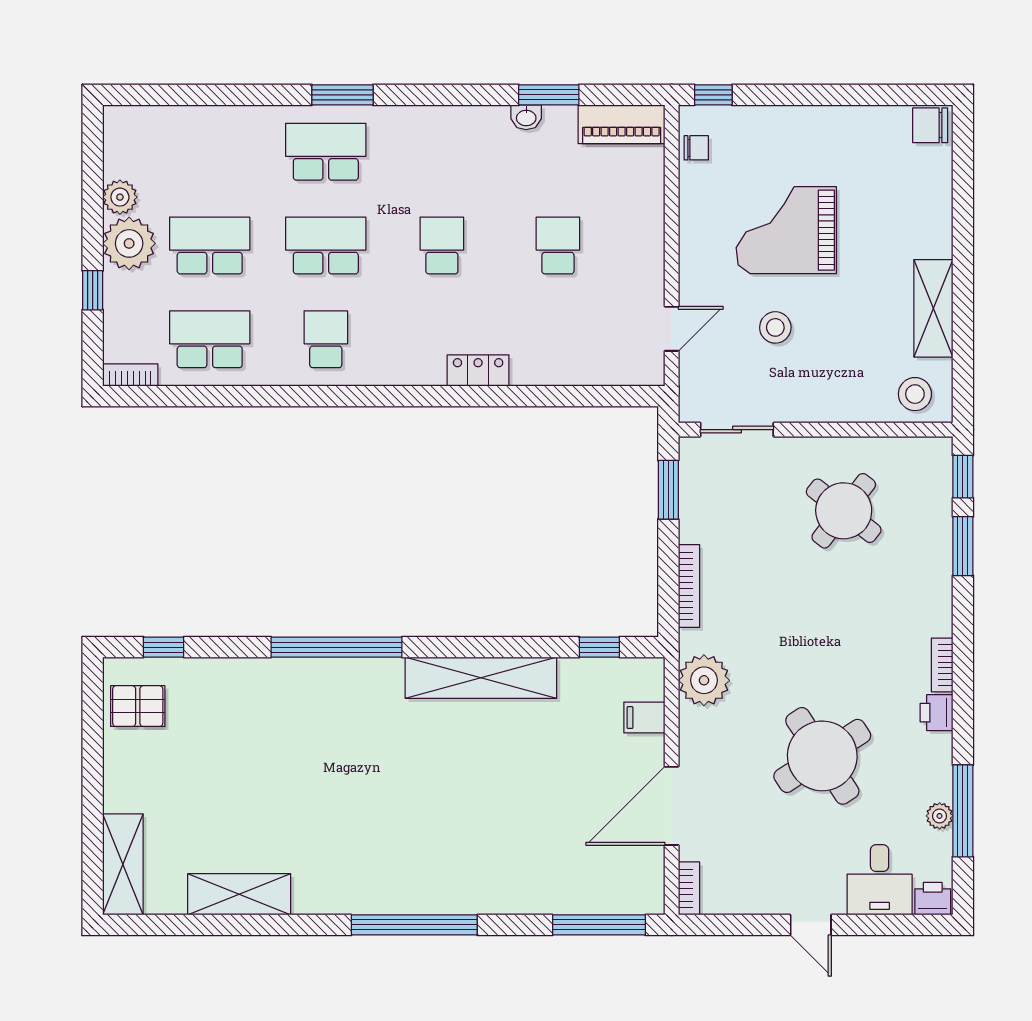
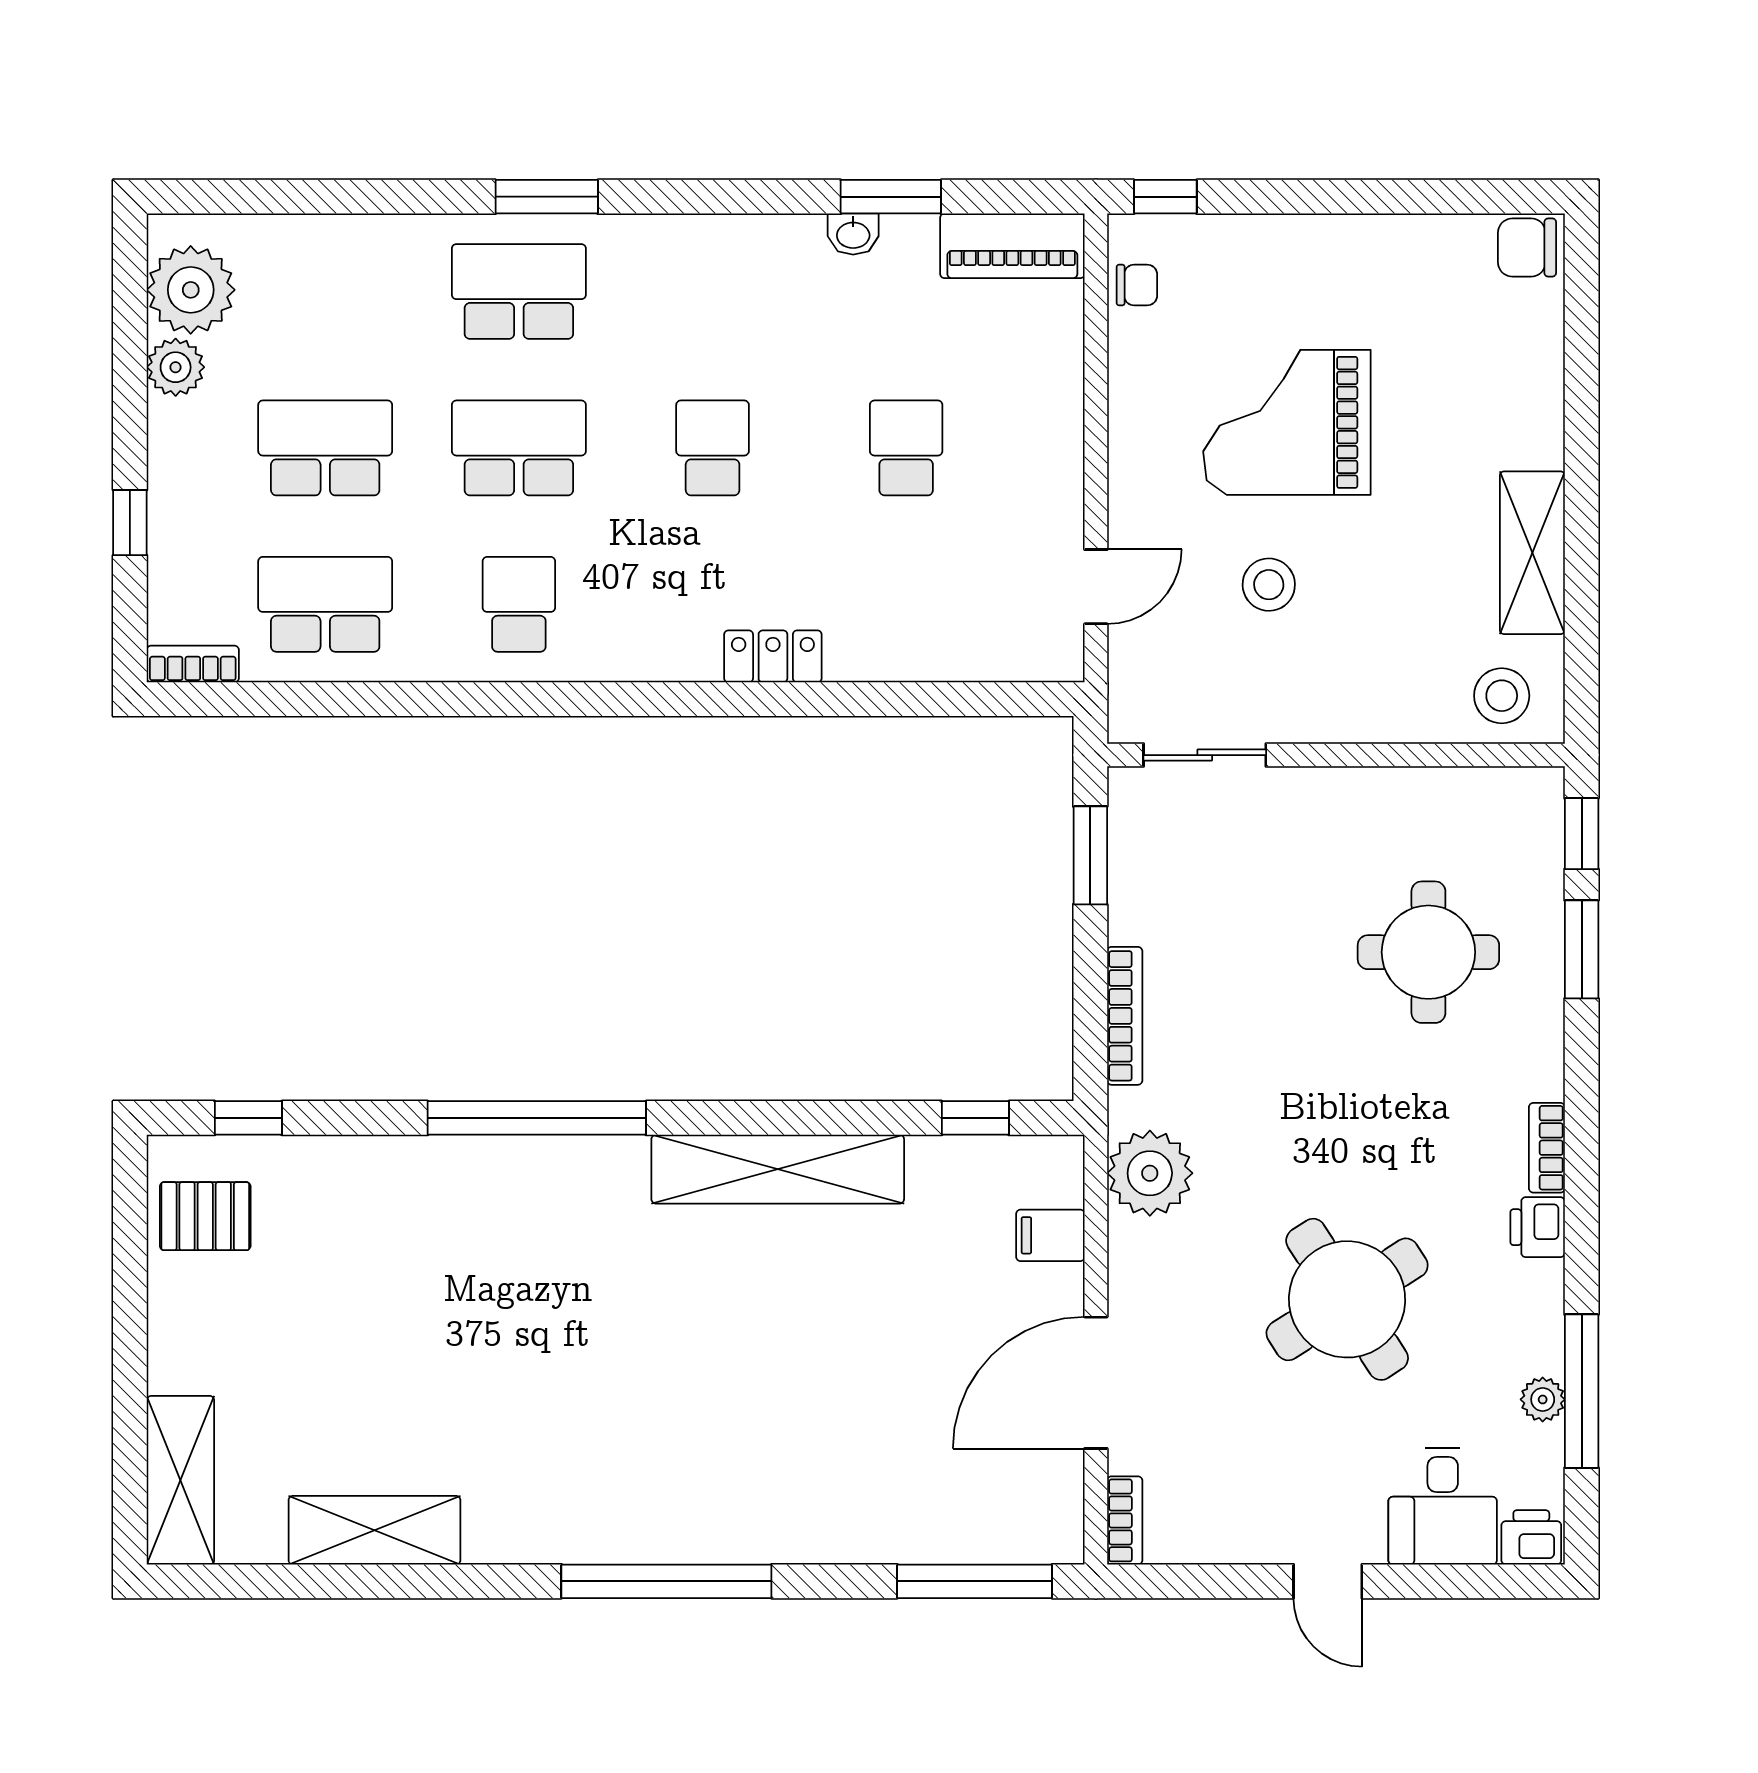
plant: (129, 243) -> (191, 290), moved
round table: (844, 511) -> (1428, 952), moved, turned -38

